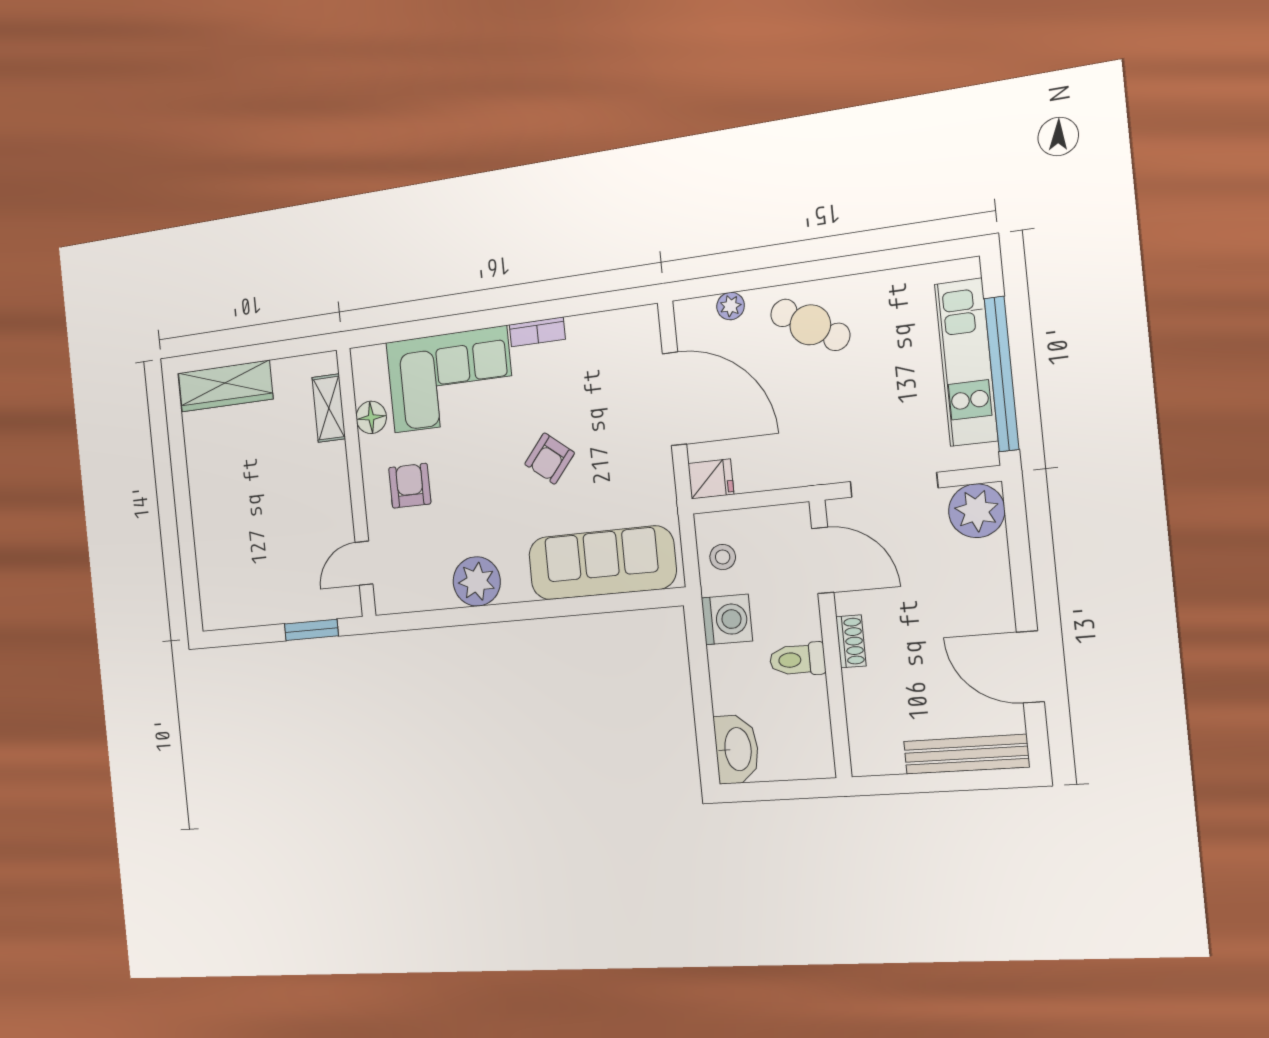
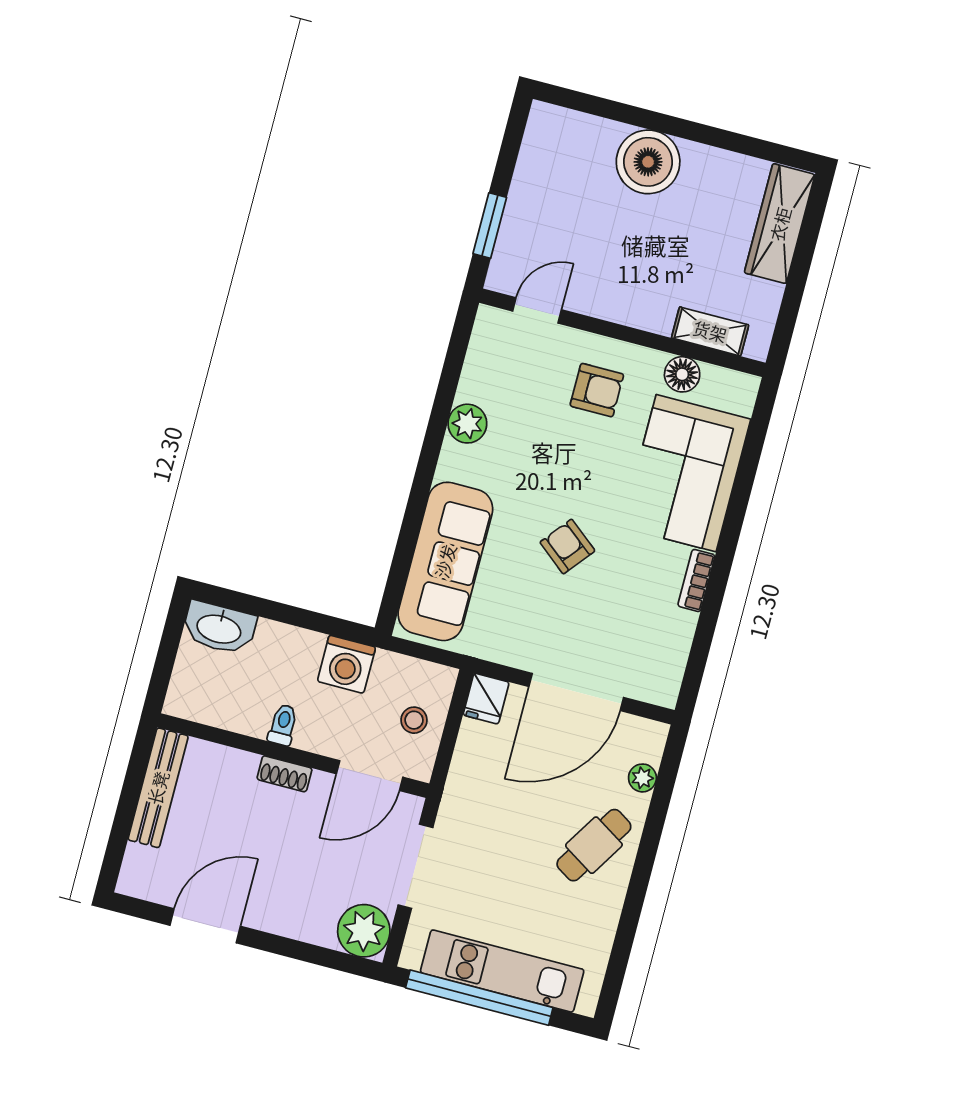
boiler: (217, 516) -> (648, 162), added
stool: (723, 557) -> (414, 720), moved
door: (364, 563) -> (537, 310), hinge flipped
plant: (477, 581) -> (467, 424), width x0.73, depth x0.73
toilet: (797, 660) -> (283, 725), width x0.73, depth x0.72
bench: (966, 754) -> (158, 788), moved

